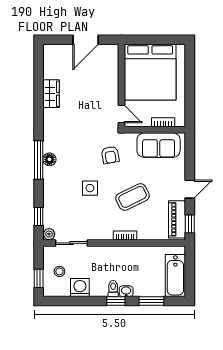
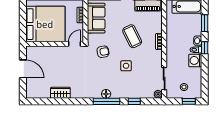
window: (39, 217) -> (134, 101), moved
washing machine: (80, 288) -> (195, 60), moved

